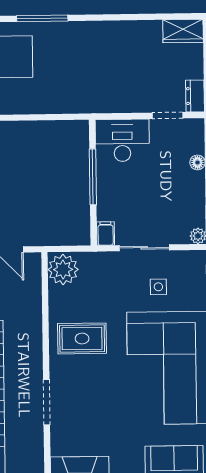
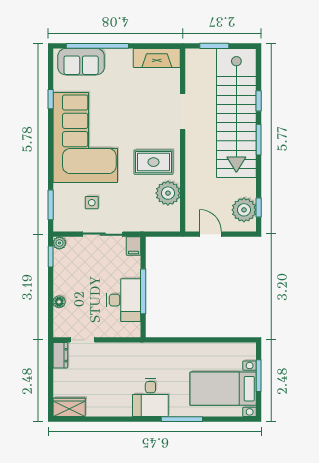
desk: (82, 45) -> (150, 397), added
desk: (122, 140) -> (124, 300), moved, turned -90
plant: (63, 269) -> (168, 193), moved

